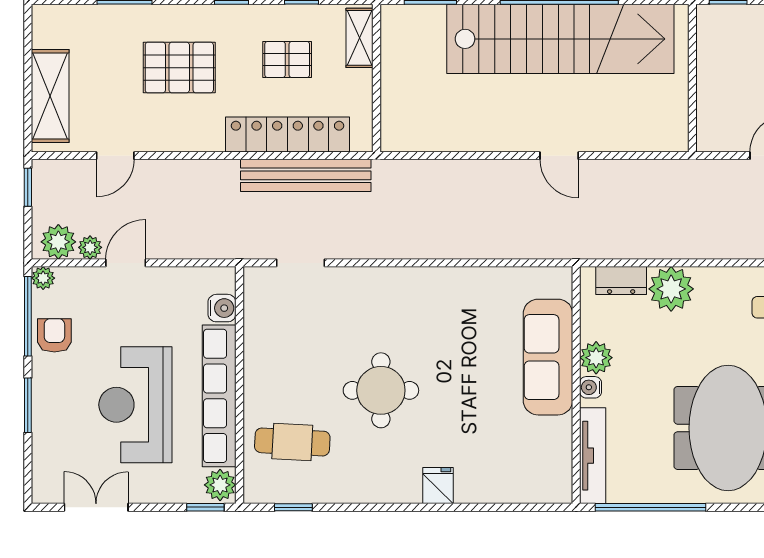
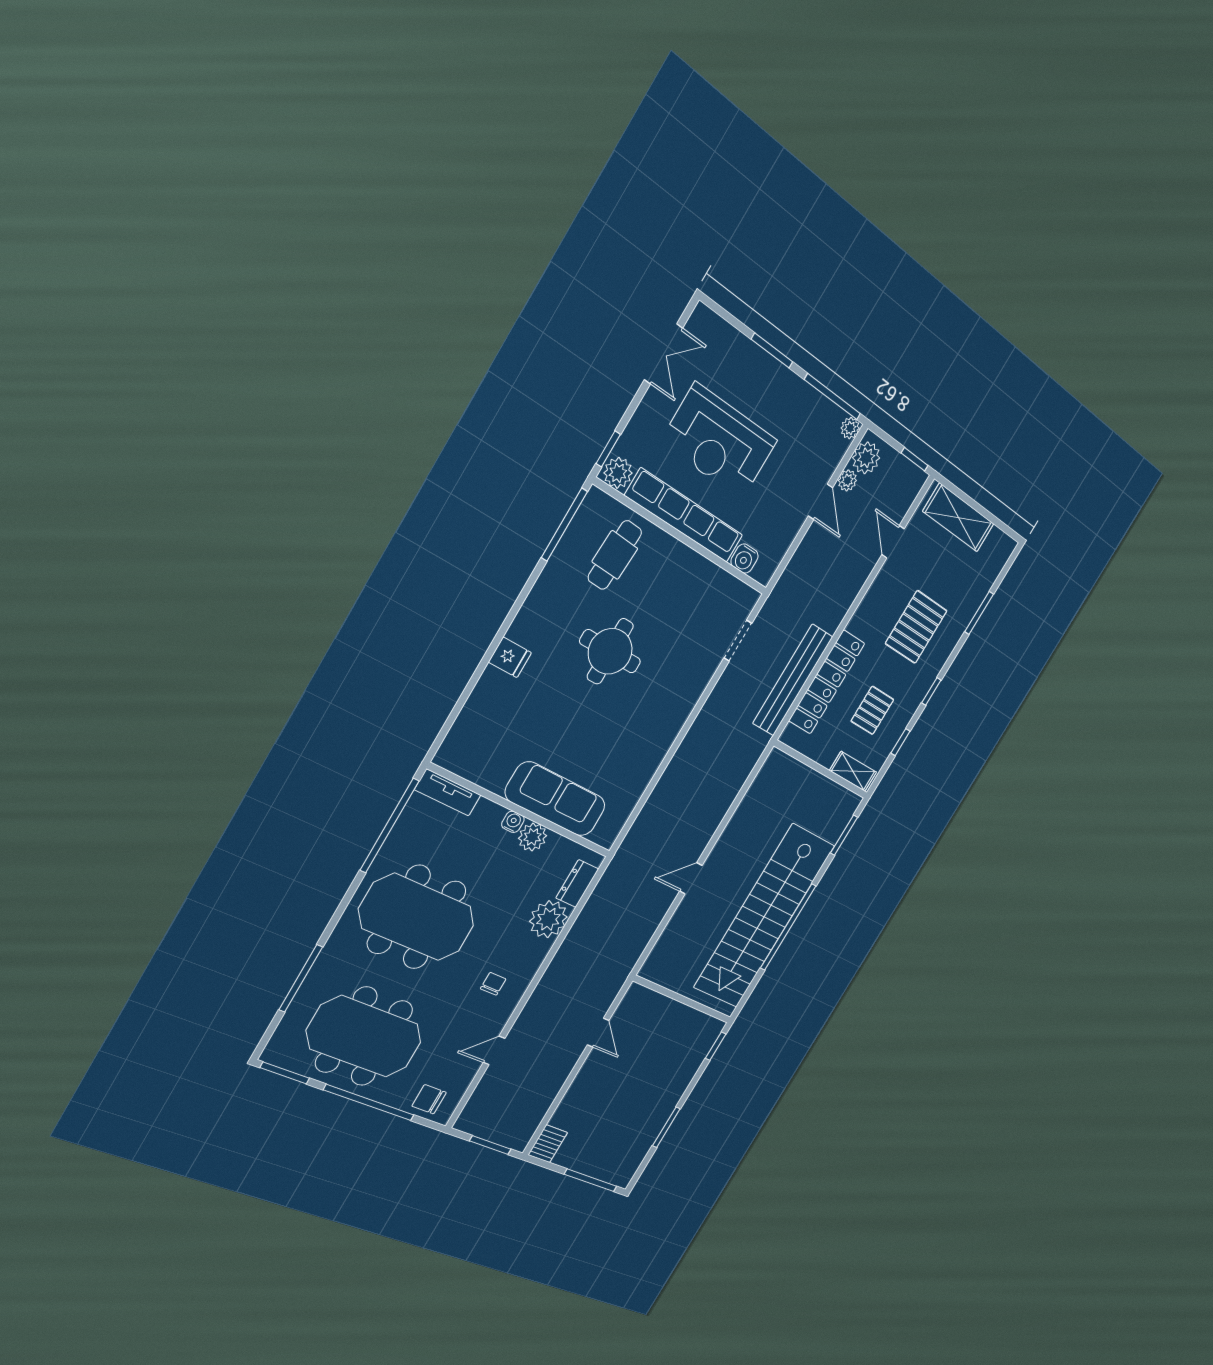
armchair: (54, 335) -> (807, 409), removed
reception desk: (135, 405) -> (719, 441), turned 180
tv unit: (593, 456) -> (448, 792), width x0.71
window: (293, 507) -> (564, 525), width x2.17

